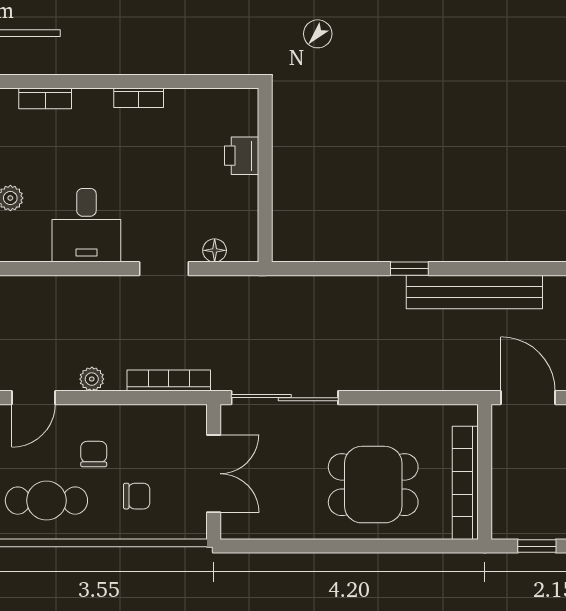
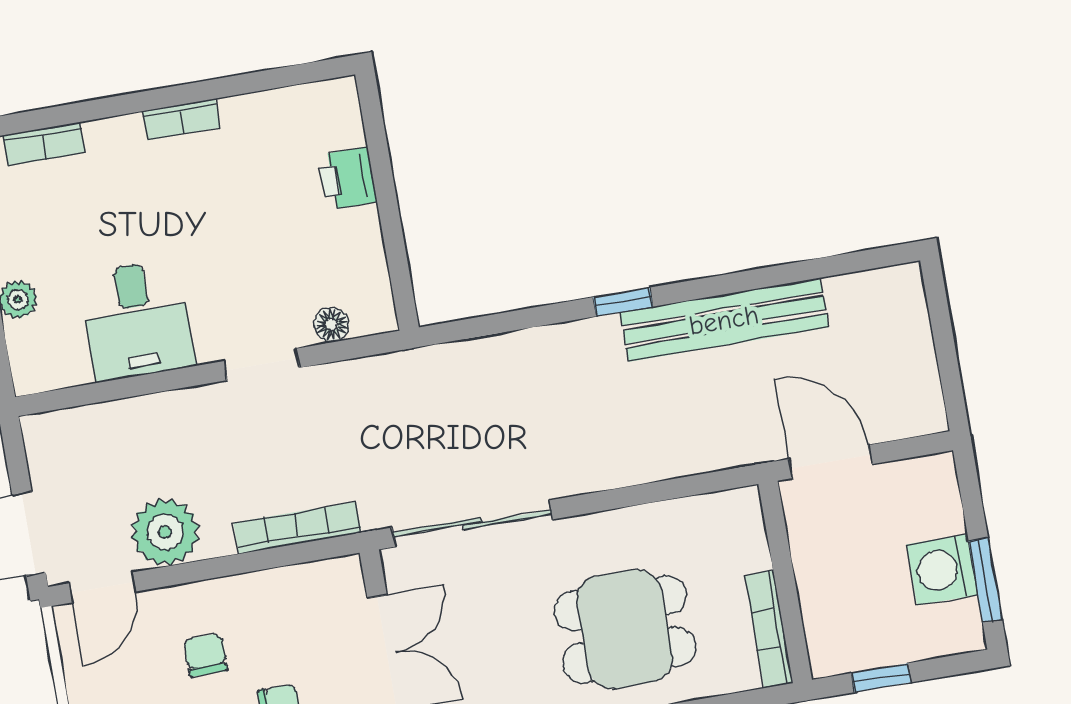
plant: (92, 379) -> (165, 532), width x1.88, depth x1.88
bookcase: (465, 483) -> (769, 629), width x0.68, depth x0.76

